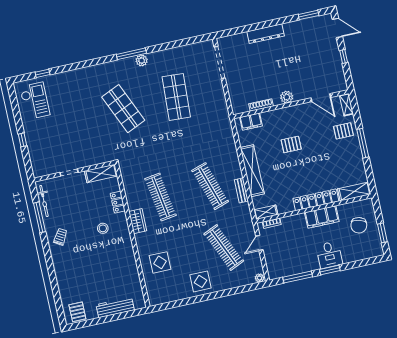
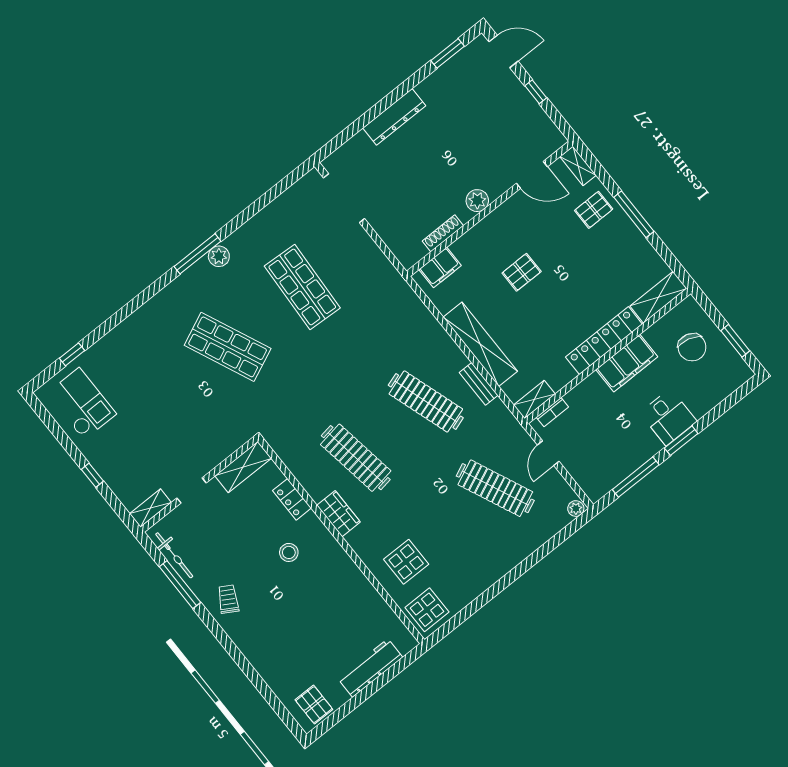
shelving: (44, 171) -> (150, 508), added
display table: (200, 281) -> (427, 610), moved

